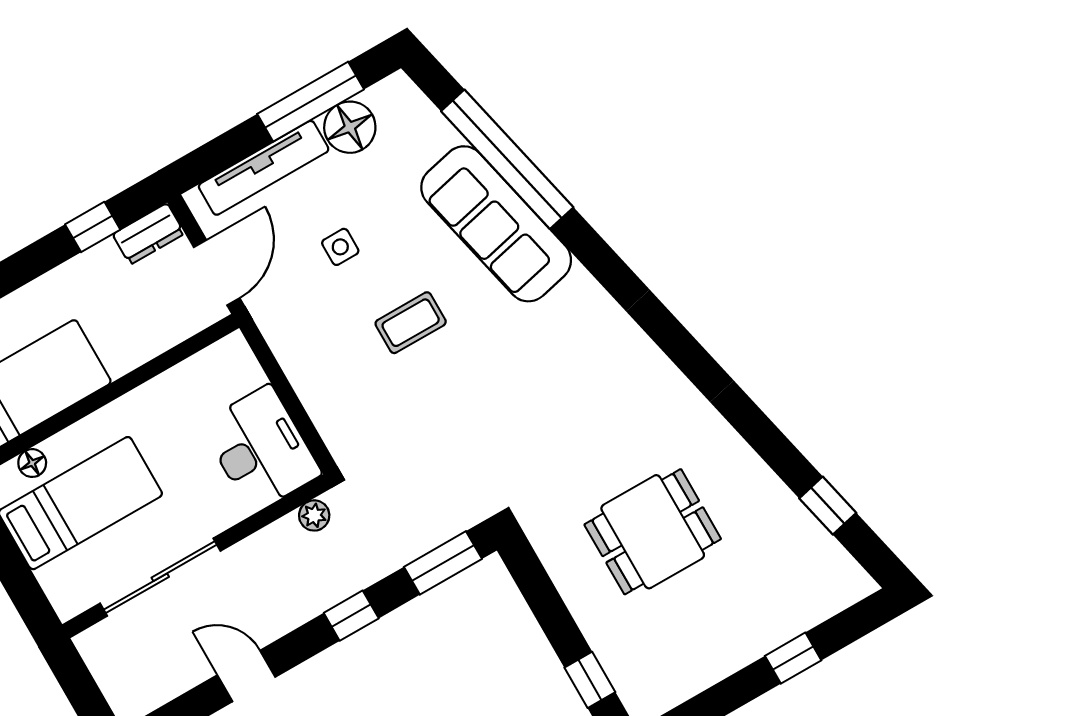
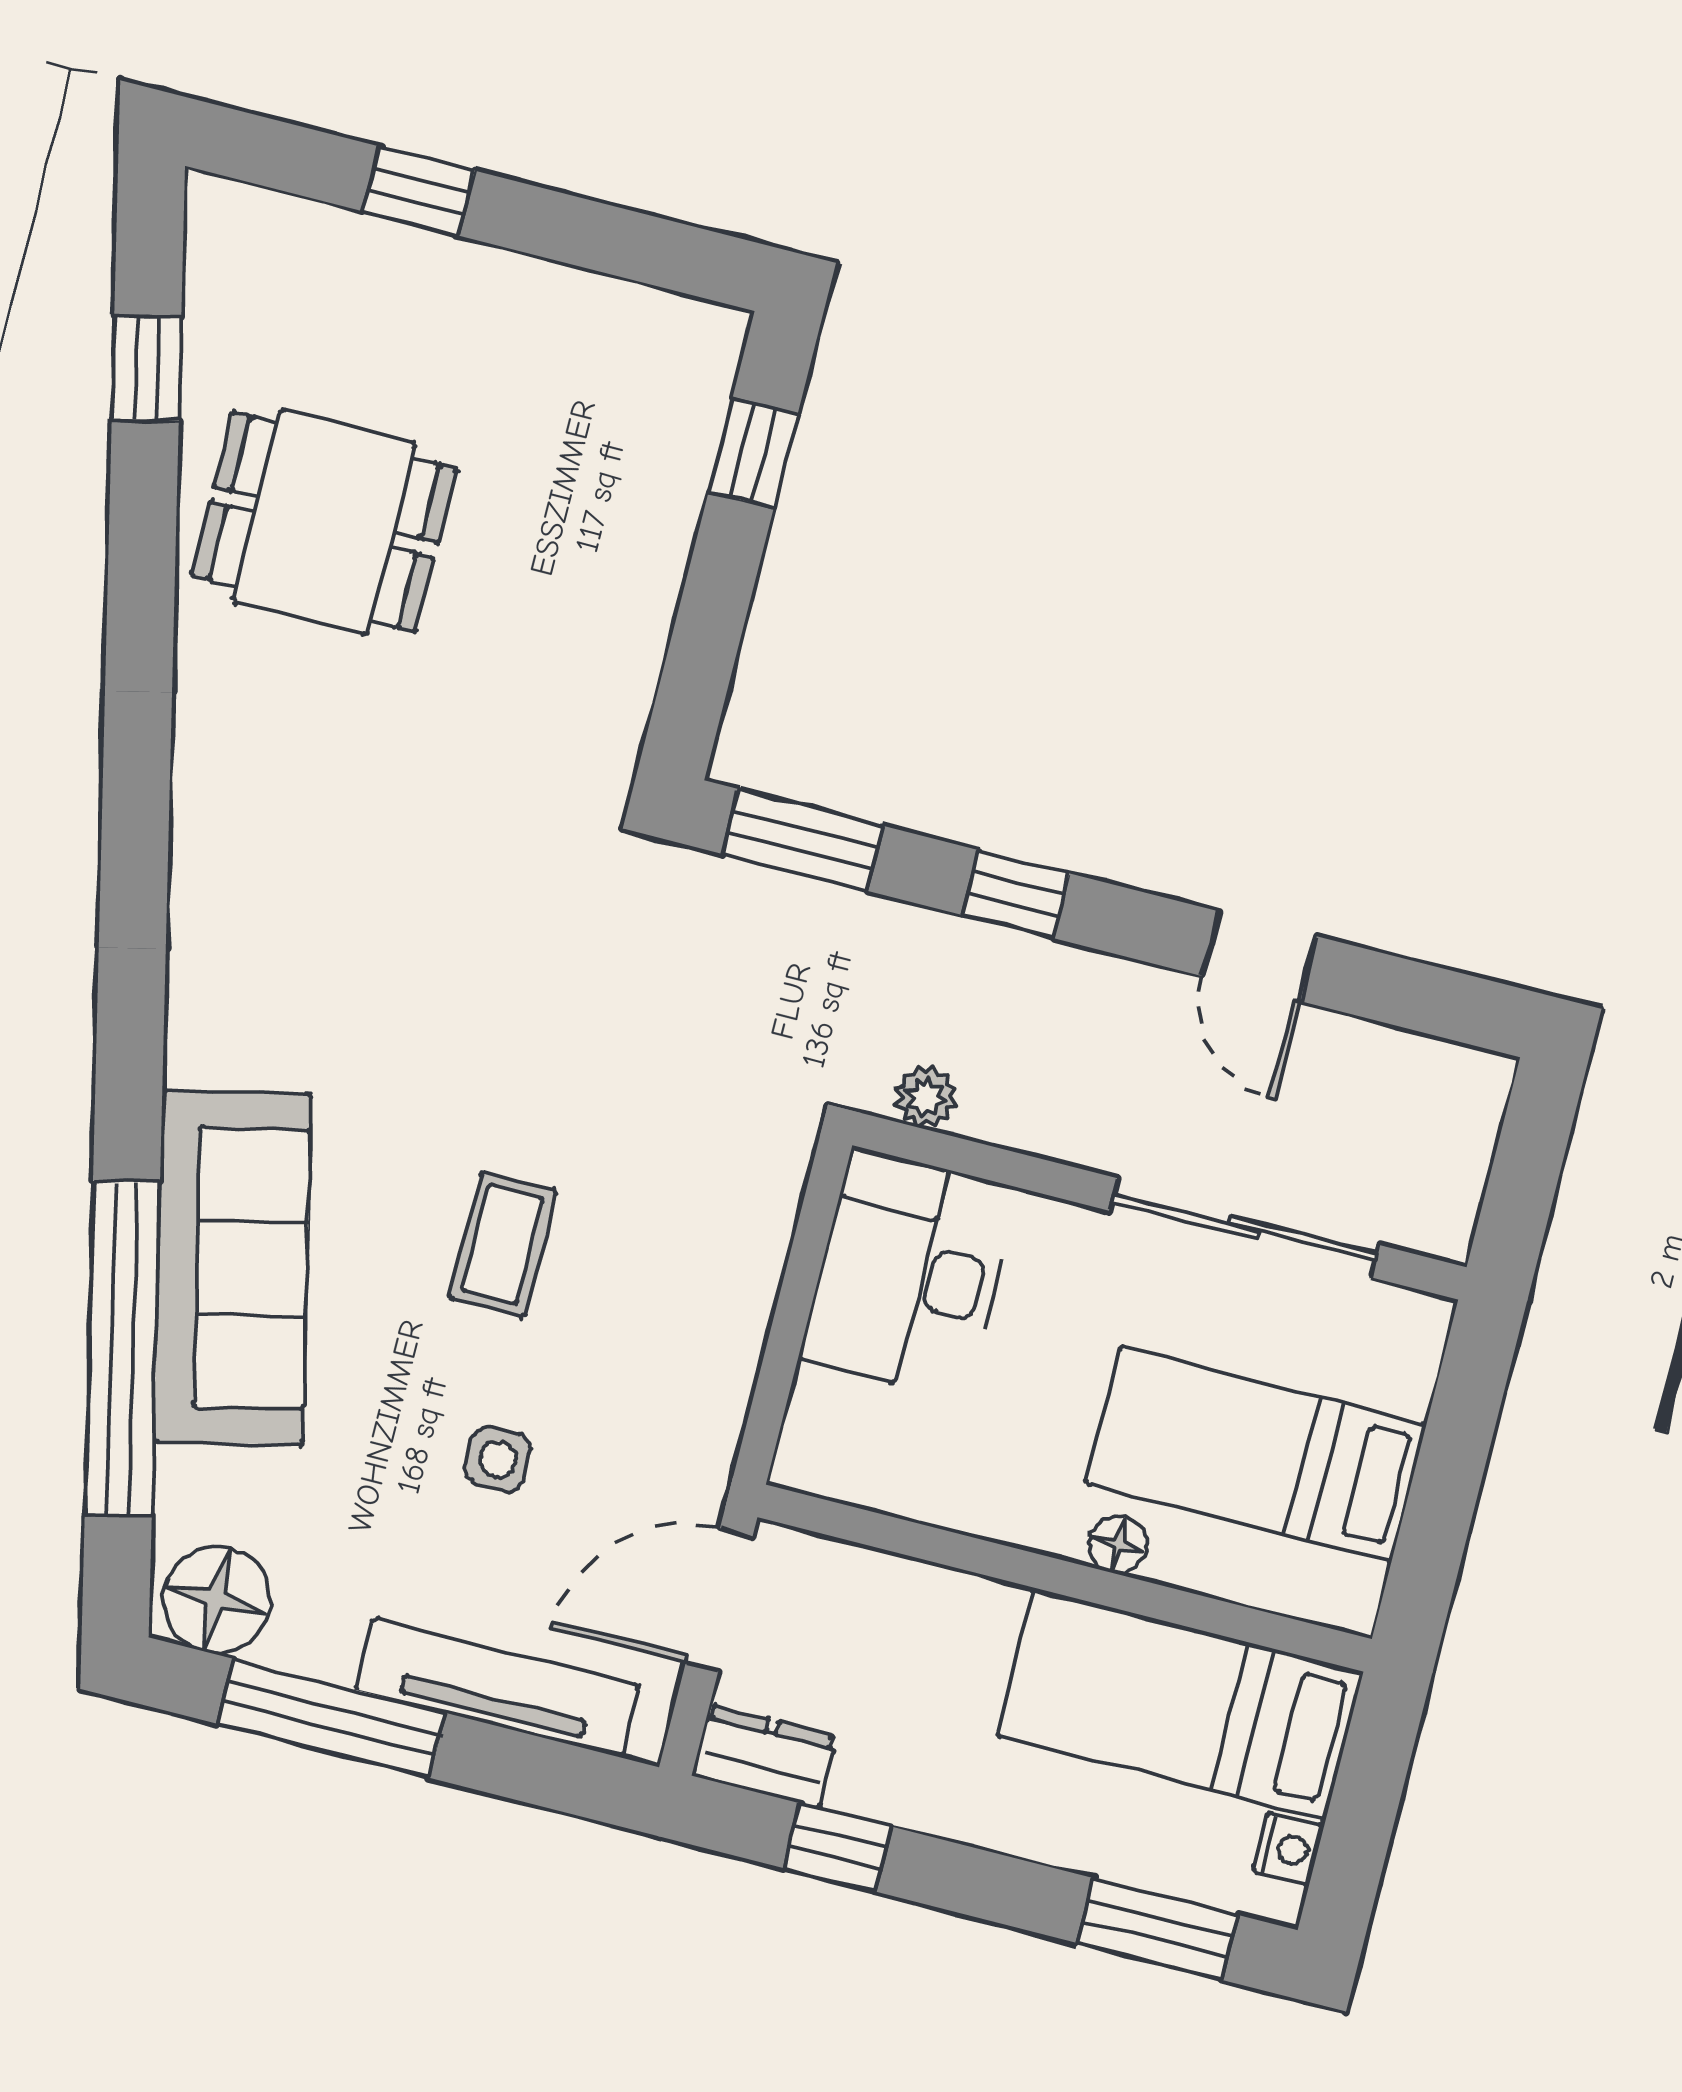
floor lamp: (350, 127) -> (217, 1600), moved
coffee table: (411, 323) -> (503, 1244), turned 90
floor lamp: (32, 463) -> (1118, 1545), moved
dining table: (653, 532) -> (324, 522), moved

